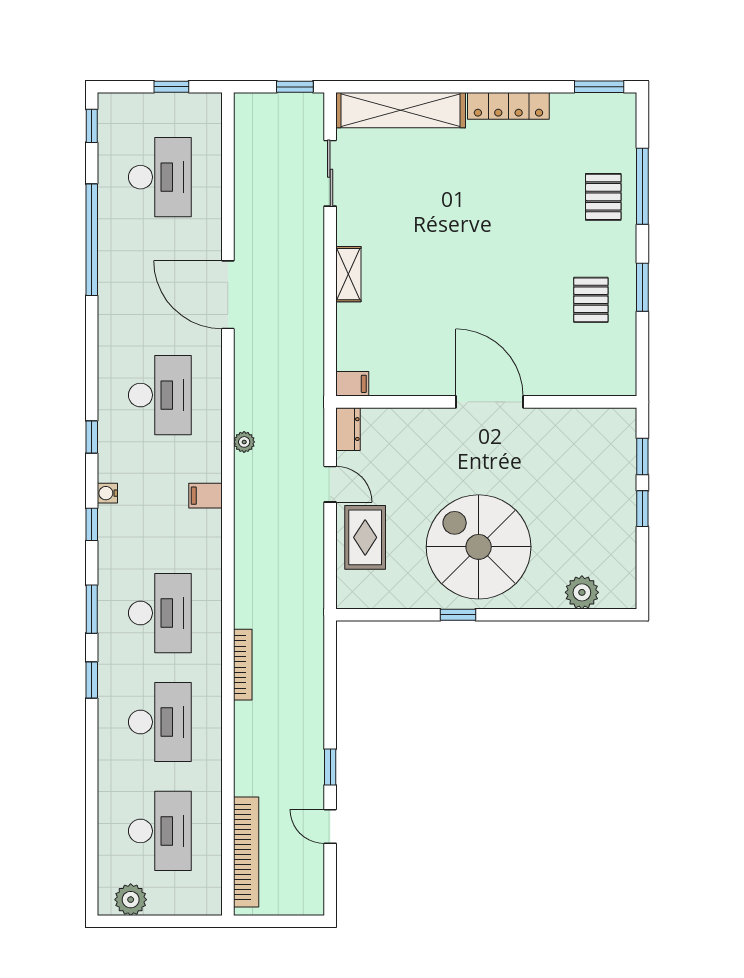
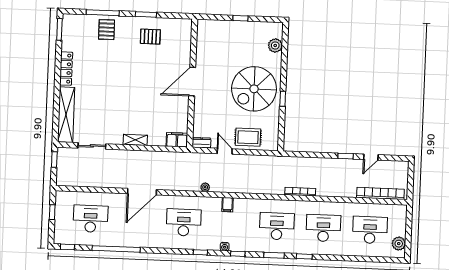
pallet: (603, 197) -> (107, 30), turned 90
filing cabinet: (352, 384) -> (177, 140), width x2.00
window: (642, 456) -> (218, 17), removed
door: (330, 484) -> (225, 151), hinge flipped

